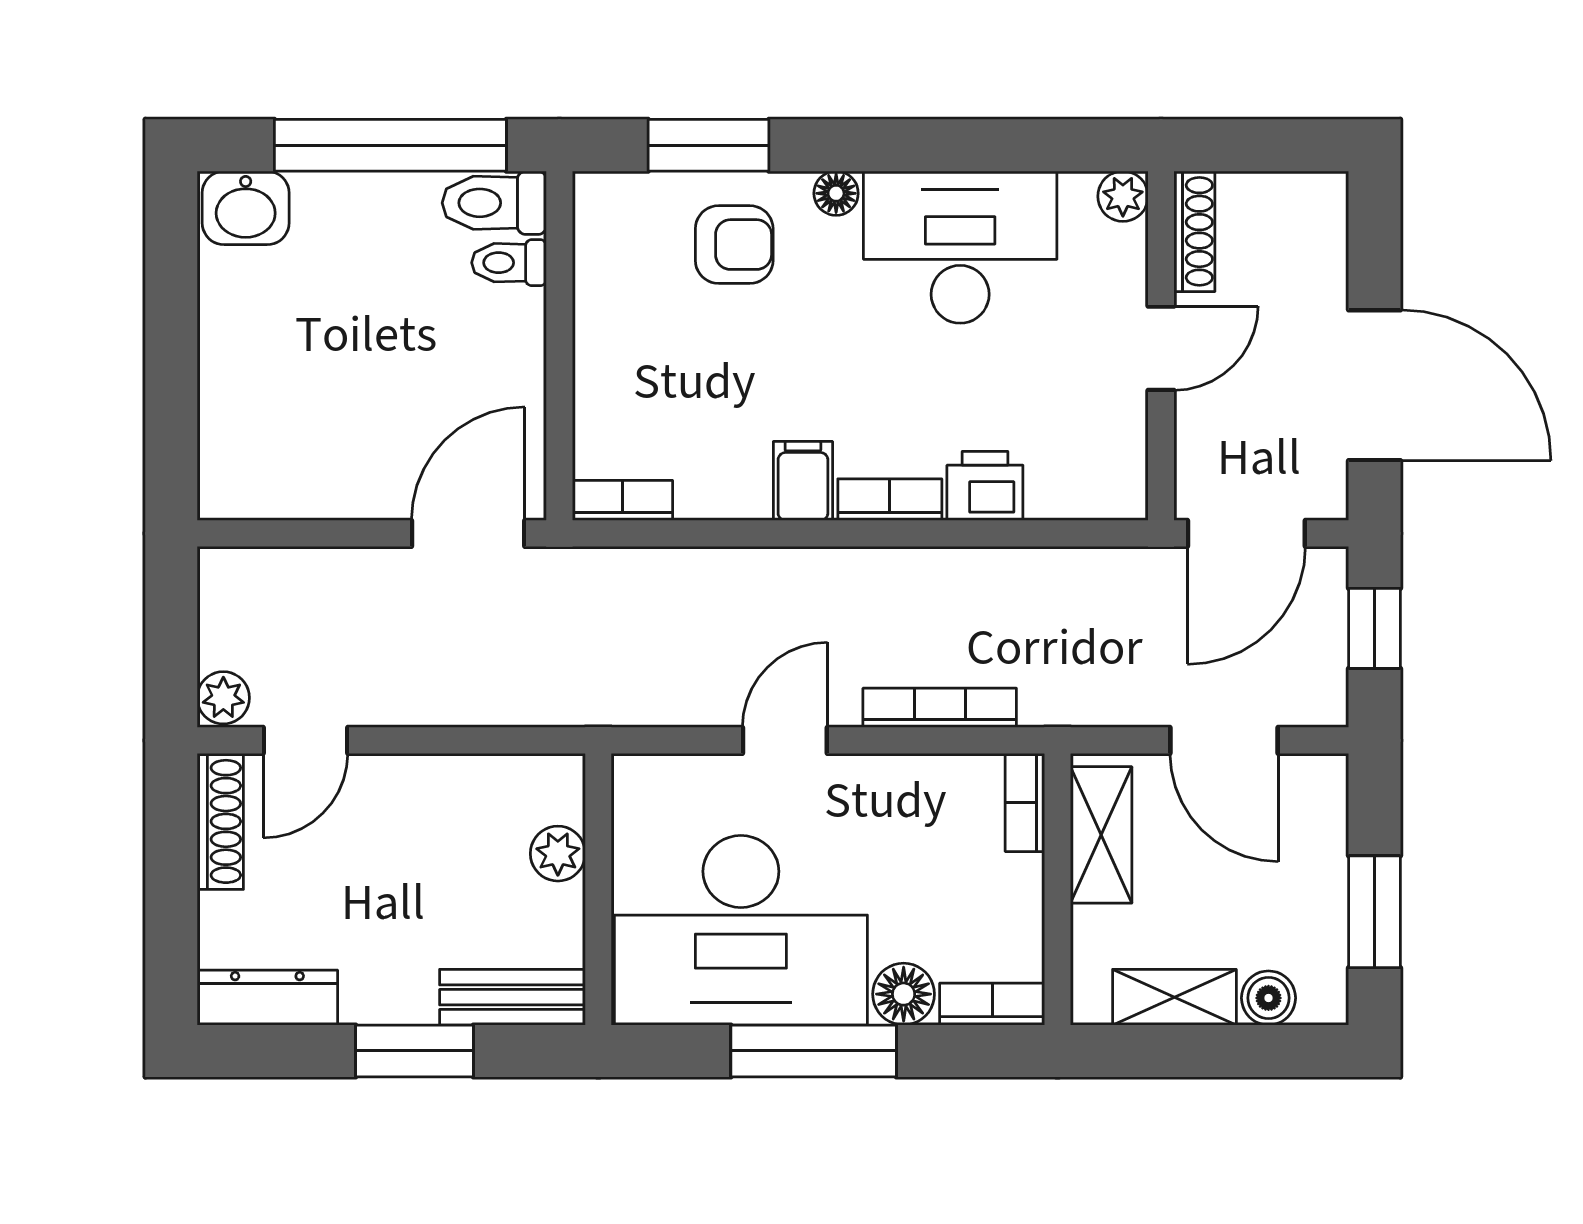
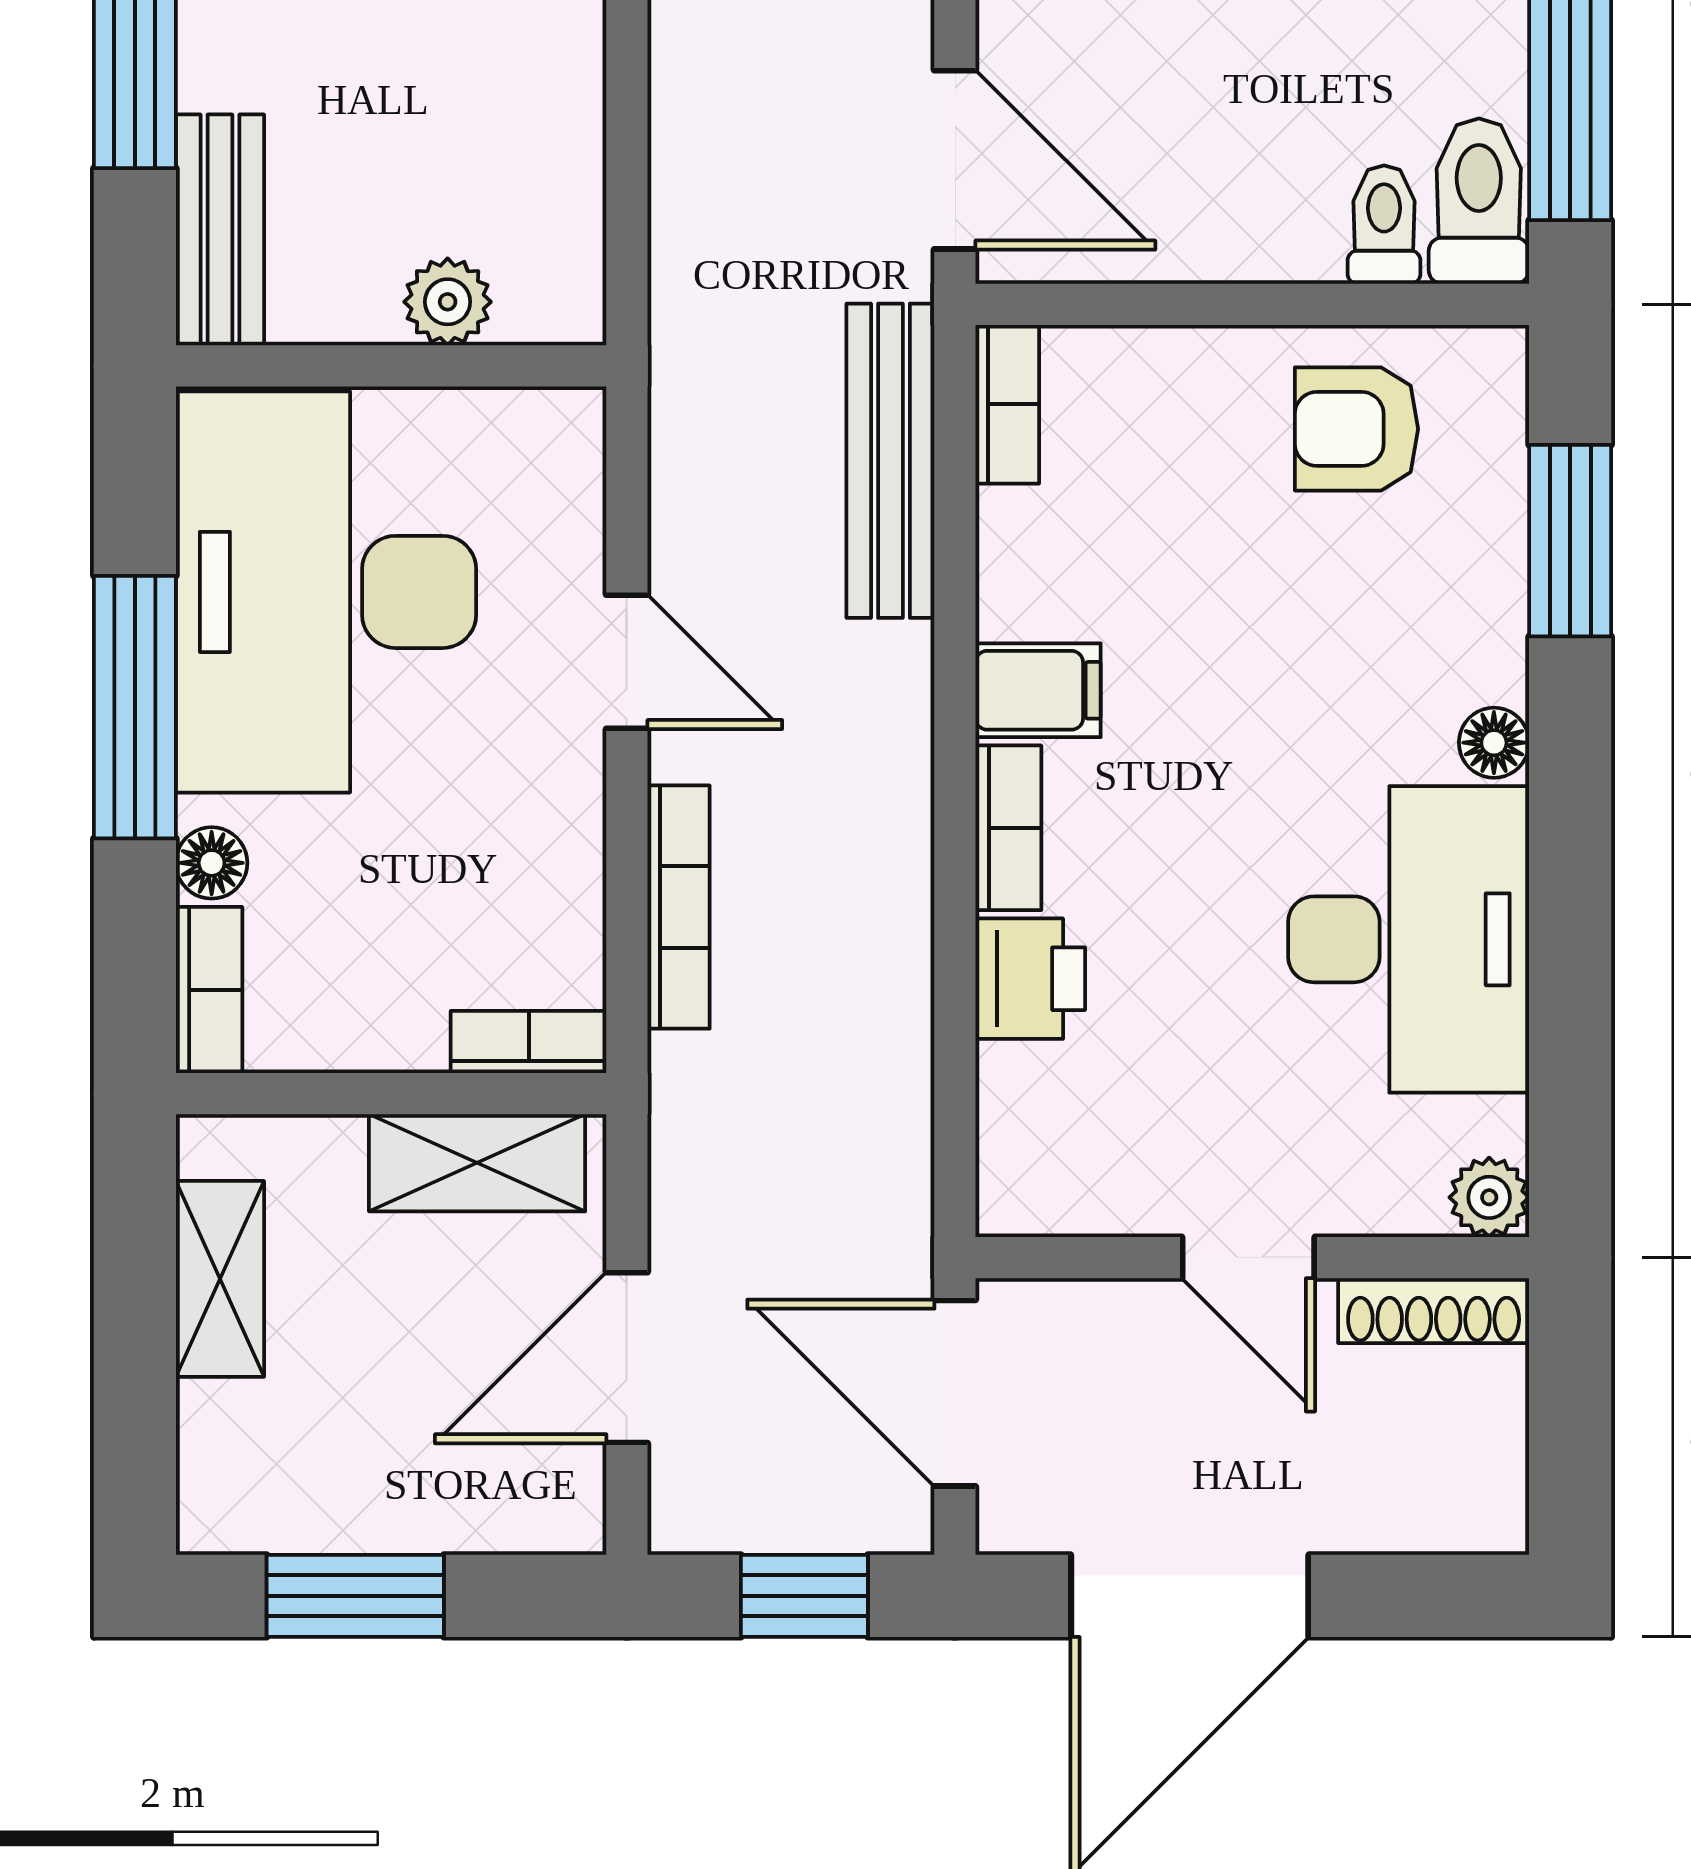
armchair: (734, 245) -> (1356, 429), moved, turned 90
bench: (658, 574) -> (890, 461), added
floor lamp: (904, 994) -> (212, 863), width x0.73, depth x0.73
boiler: (1268, 998) -> (219, 1428), removed

